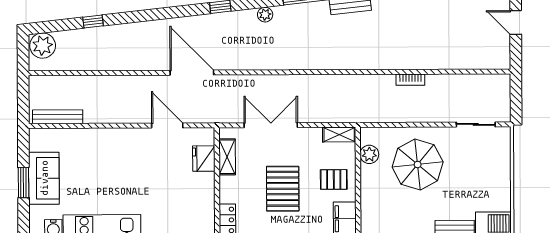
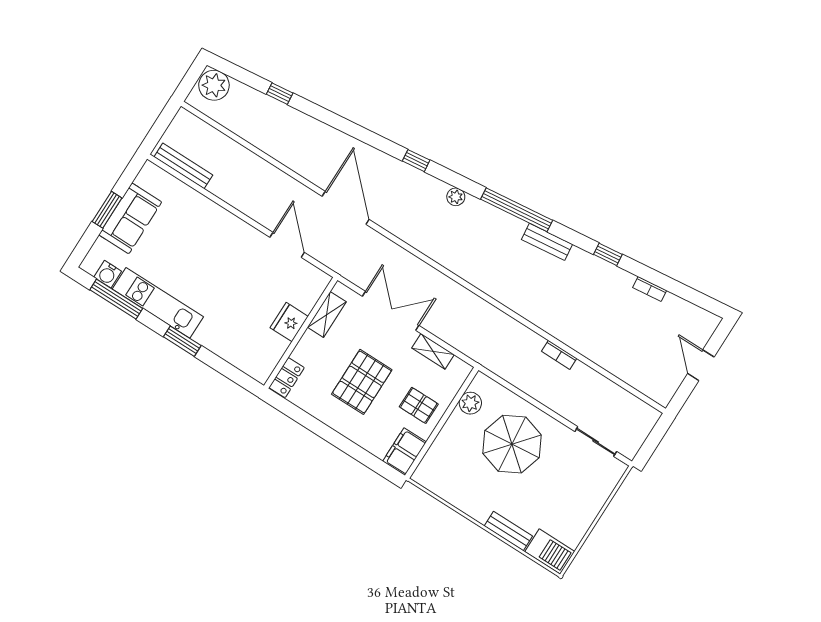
shelving: (339, 135) -> (433, 351), moved
fridge: (204, 159) -> (289, 322), moved

